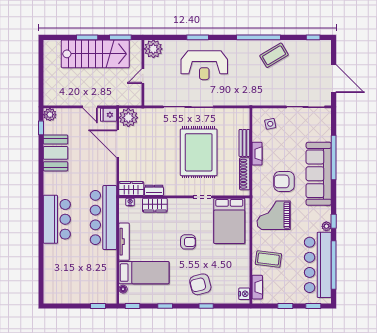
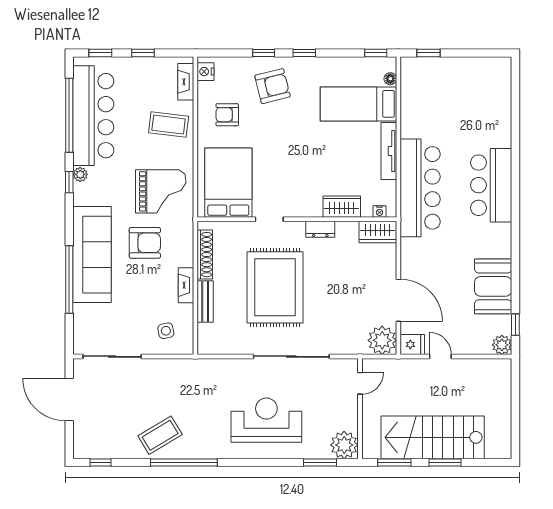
window: (198, 37) -> (320, 463), moved
door: (143, 76) -> (360, 383), moved
dresser: (154, 190) -> (320, 229), moved
armchair: (188, 242) -> (227, 115), moved
window: (165, 306) -> (304, 53), moved

